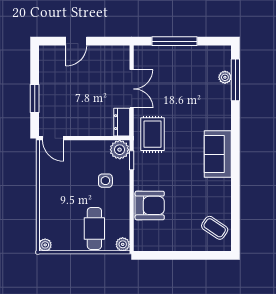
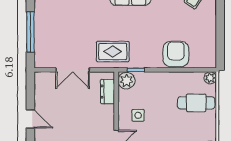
double door: (132, 89) -> (73, 70), swing flipped
dresser: (122, 122) -> (107, 92), moved, turned 90
side table: (105, 181) -> (138, 115), moved

